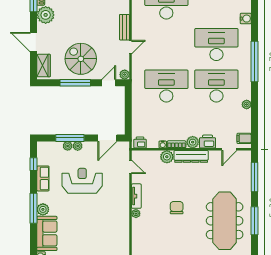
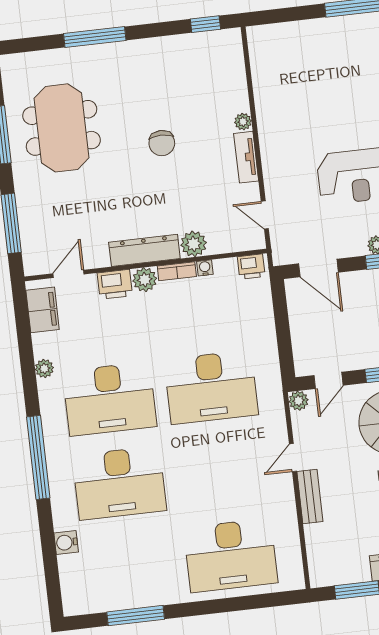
door: (107, 138) -> (318, 268), swing flipped
filing cabinet: (244, 138) -> (43, 310), width x2.00
meeting table: (225, 221) -> (62, 128), width x0.73

